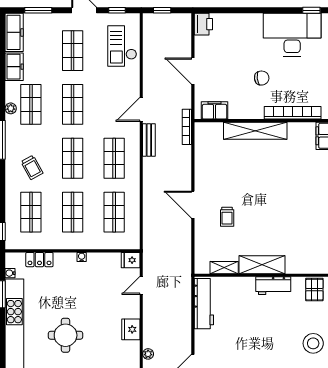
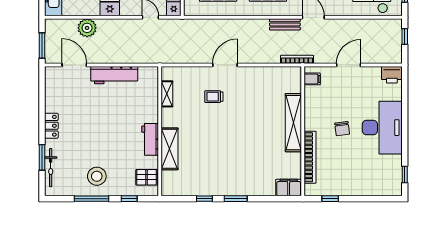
desk: (292, 35) -> (382, 128), moved
filing cabinet: (215, 110) -> (312, 79), width x0.50
shelving: (262, 265) -> (170, 149), moved
workbench: (204, 304) -> (114, 75), moved
plant: (148, 354) -> (87, 28), width x1.88, depth x1.88

